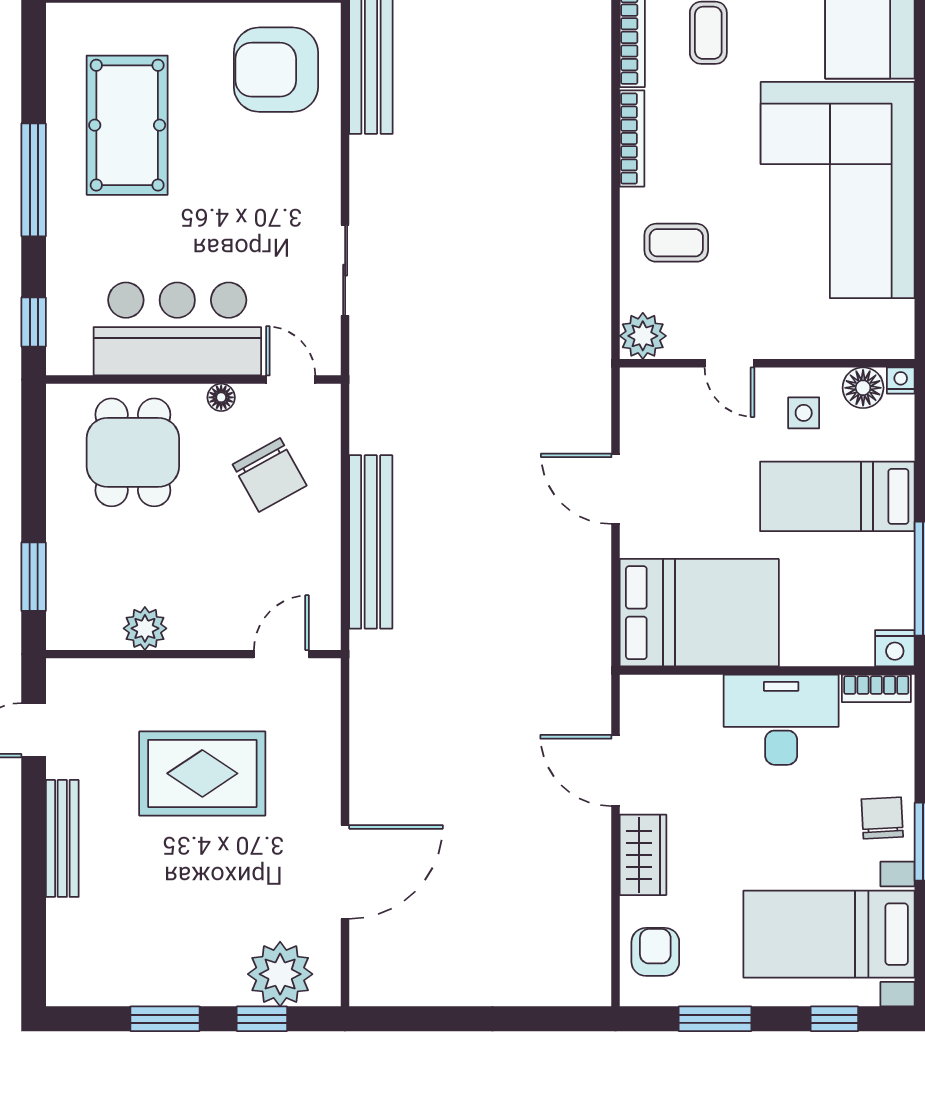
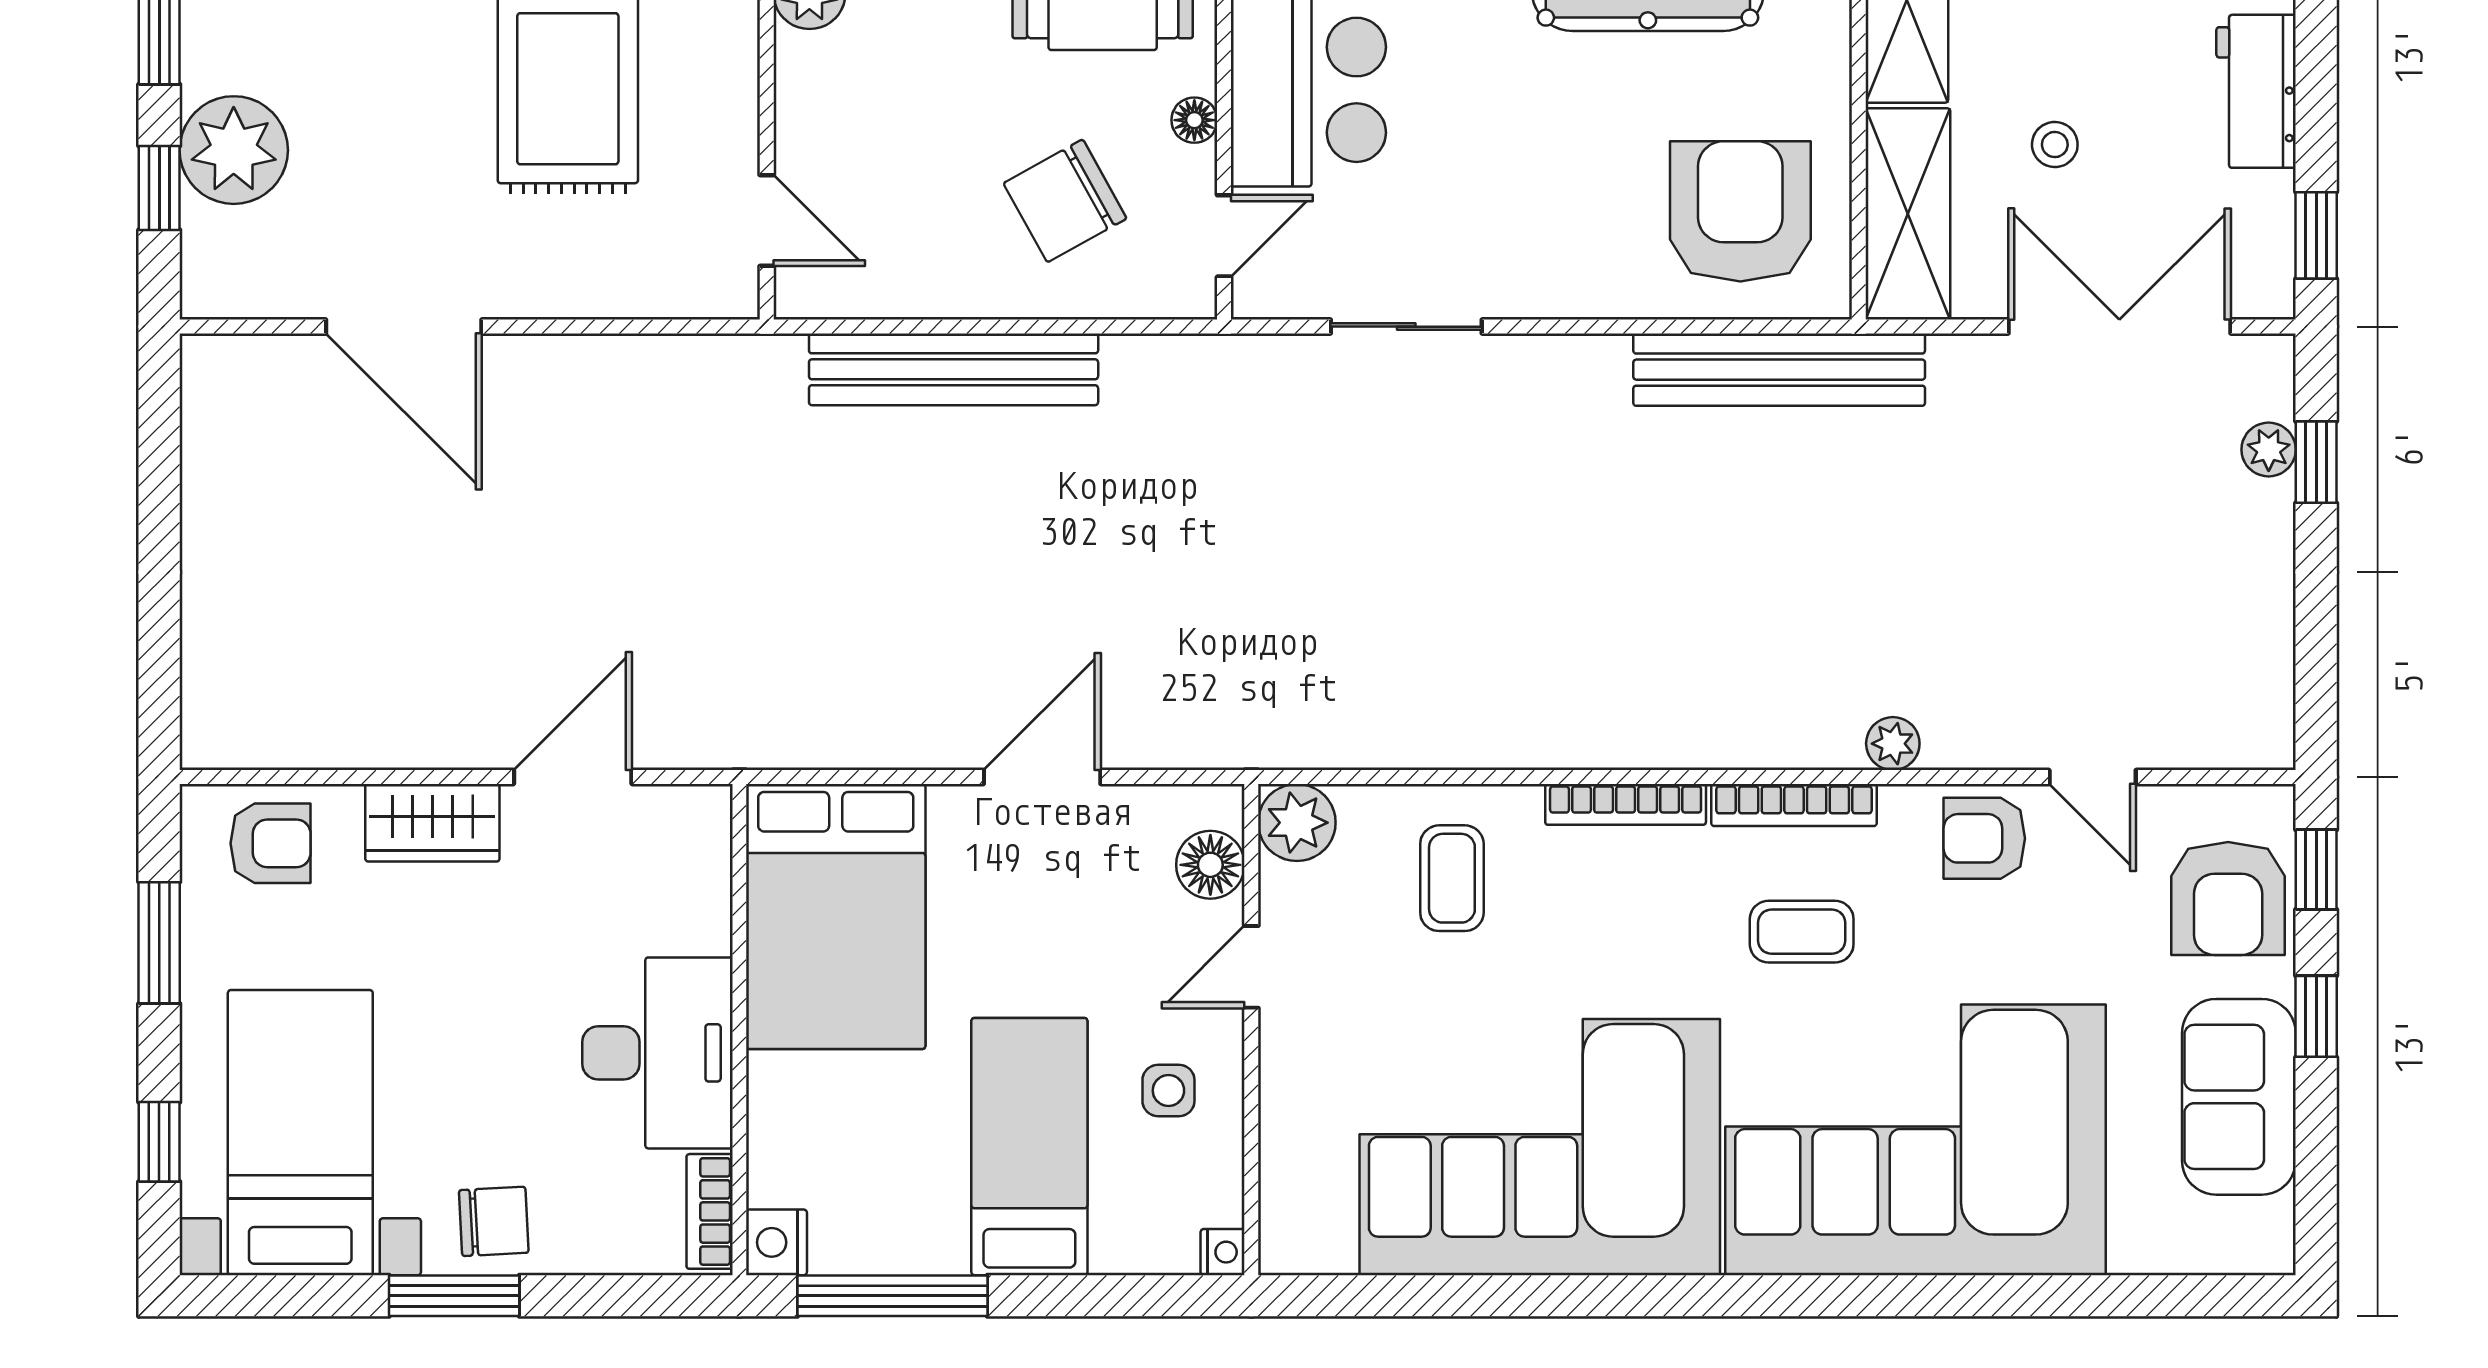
floor lamp: (863, 388) -> (1210, 865), moved
plant: (280, 974) -> (234, 150), moved

